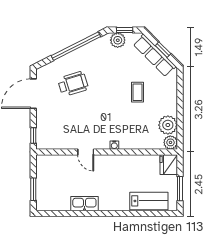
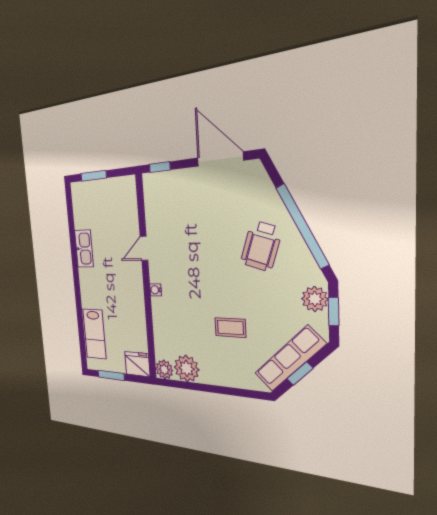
wheelchair: (73, 84) -> (261, 246), moved, turned 35

